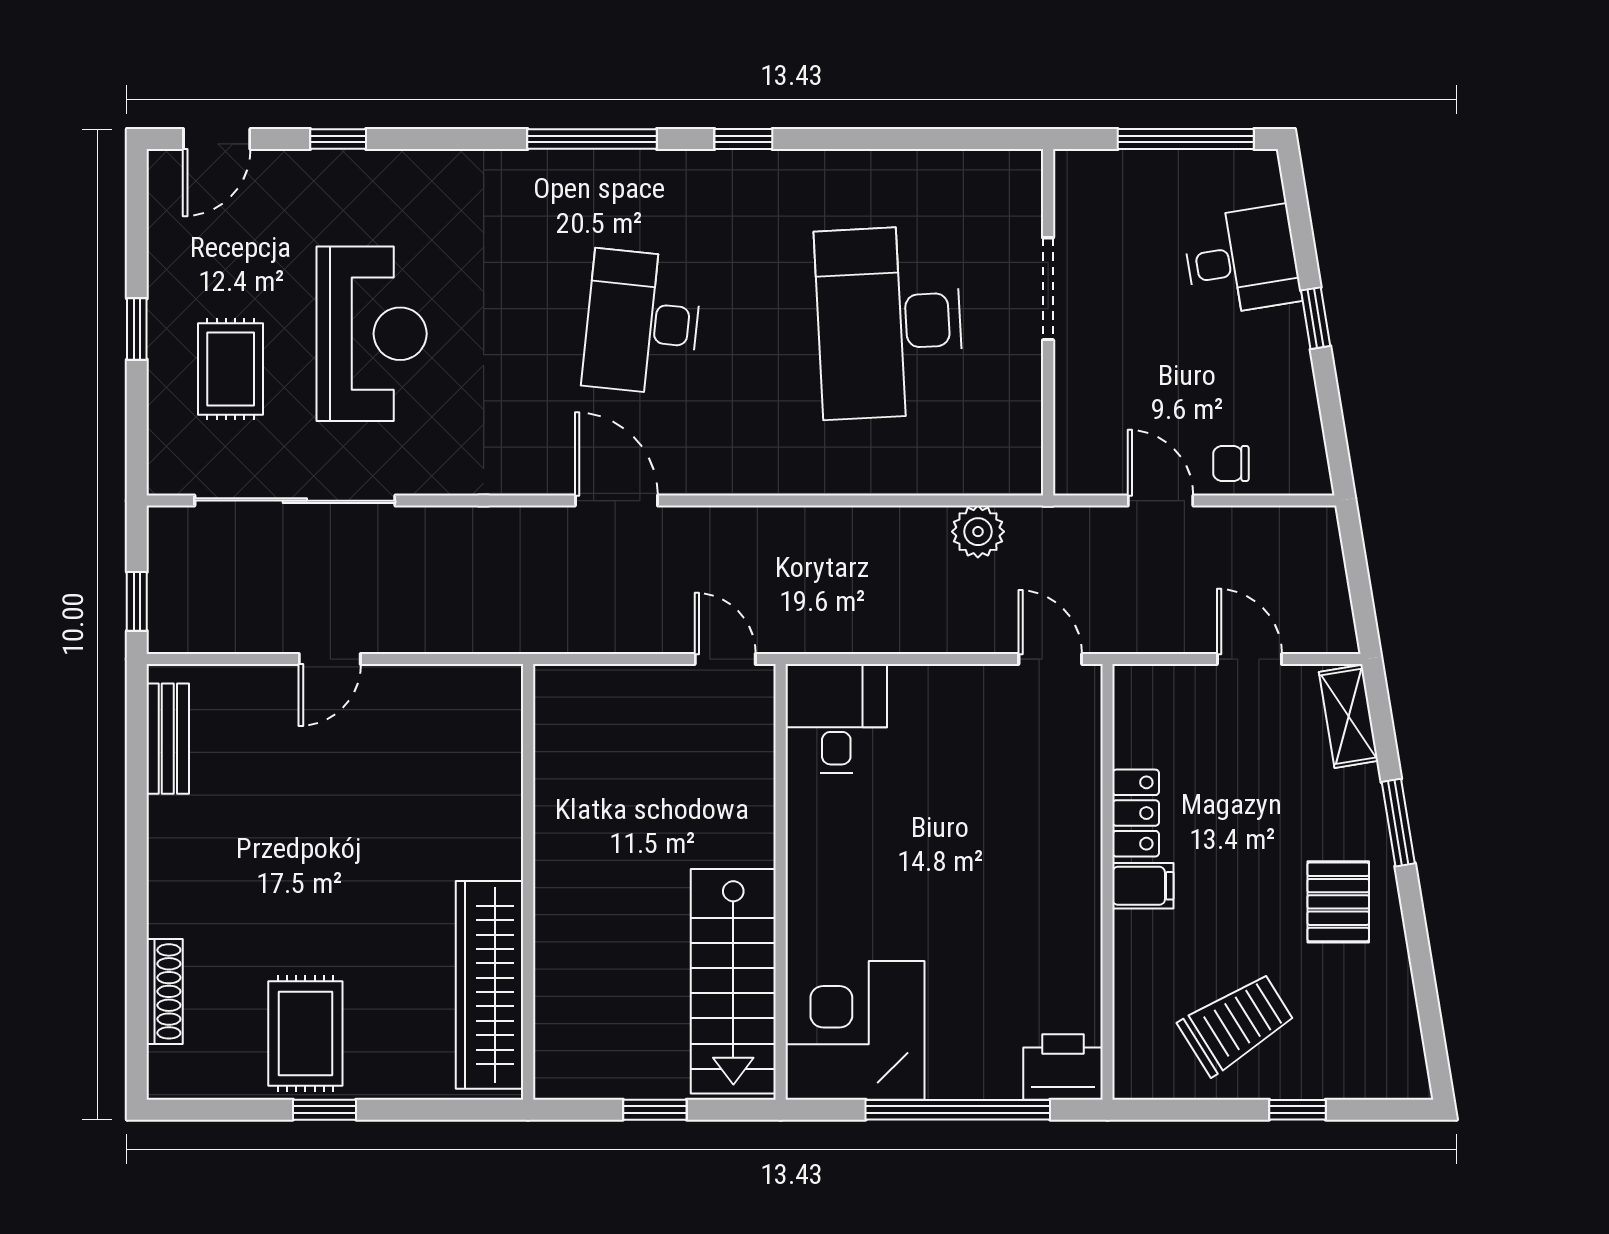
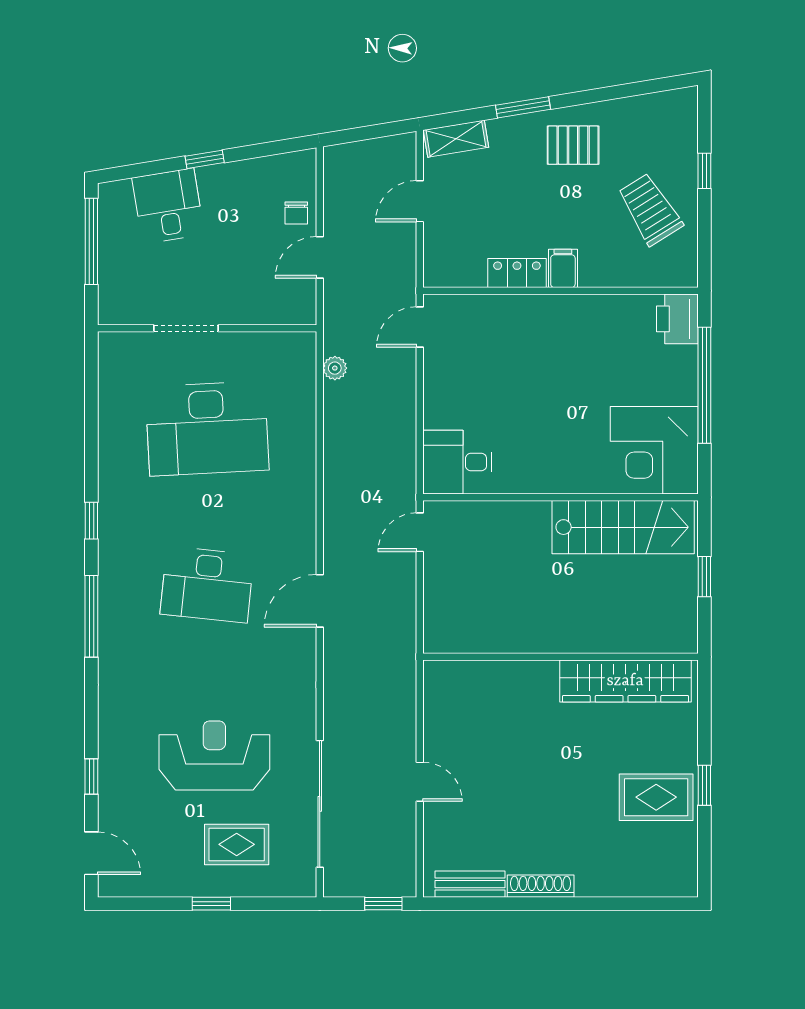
plant: (978, 532) -> (335, 368), width x0.73, depth x0.73
shoe rack: (165, 991) -> (541, 886), moved

